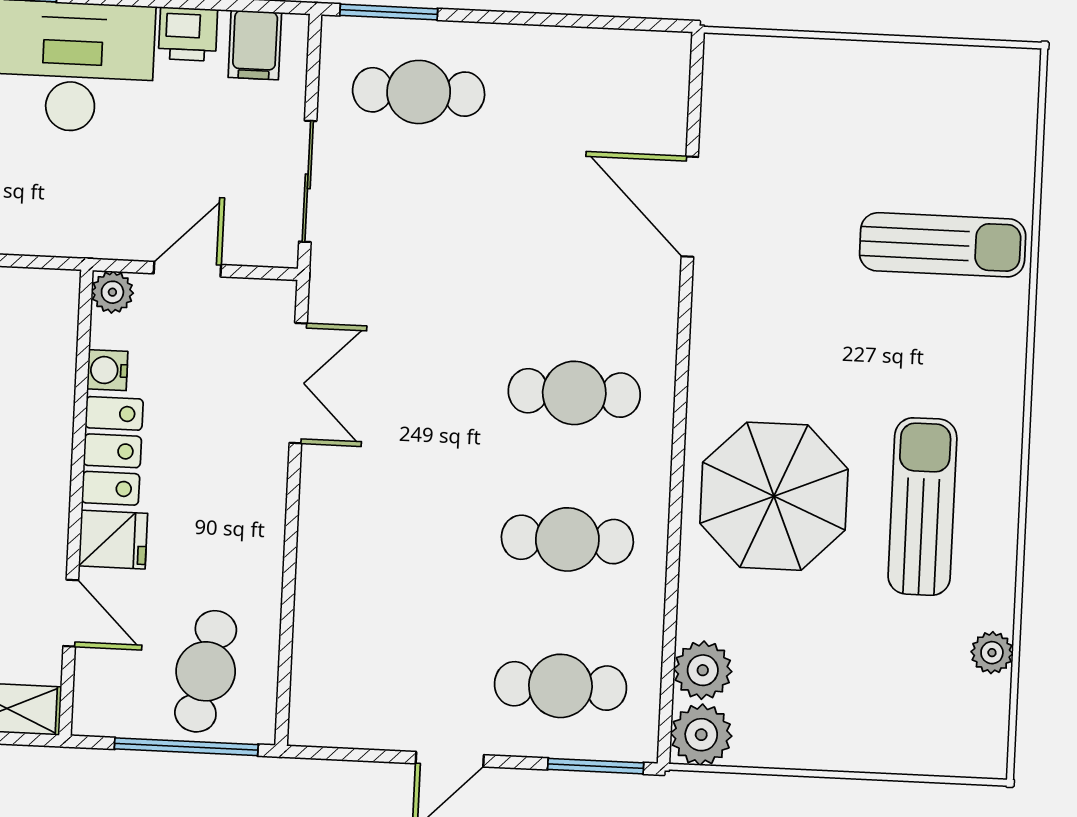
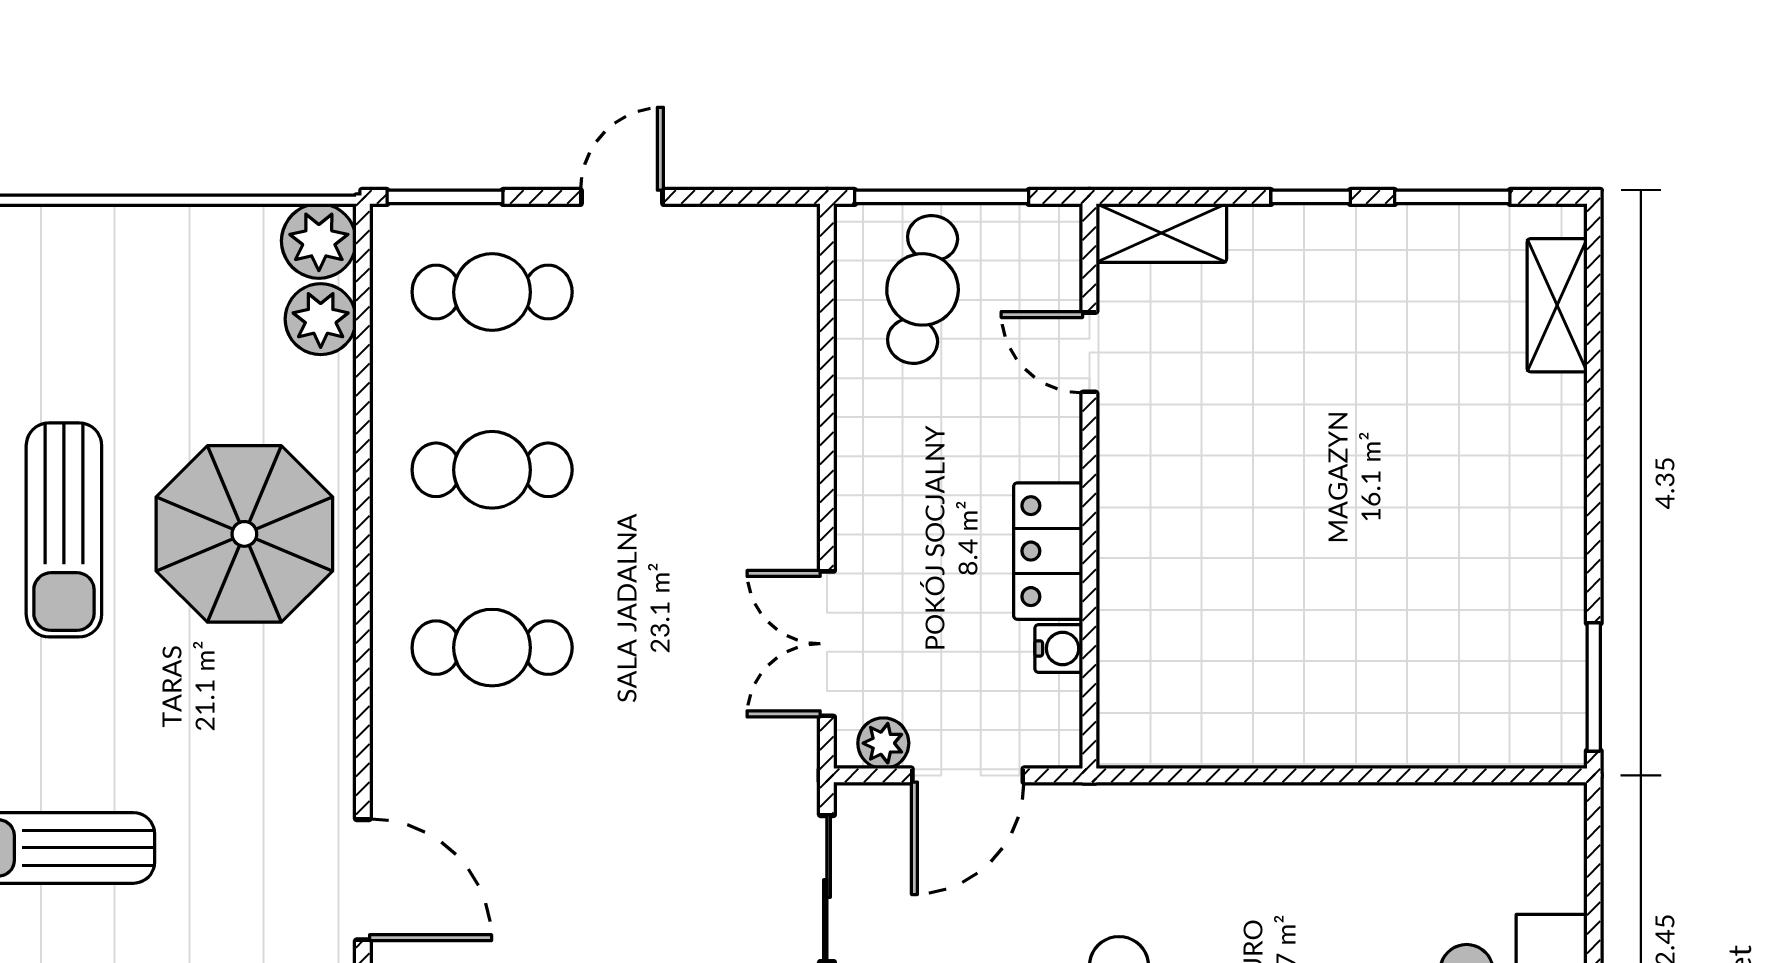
door: (187, 269) -> (968, 775), width x1.37
plant: (112, 292) -> (883, 743), moved
fridge: (113, 540) -> (1042, 444), removed

